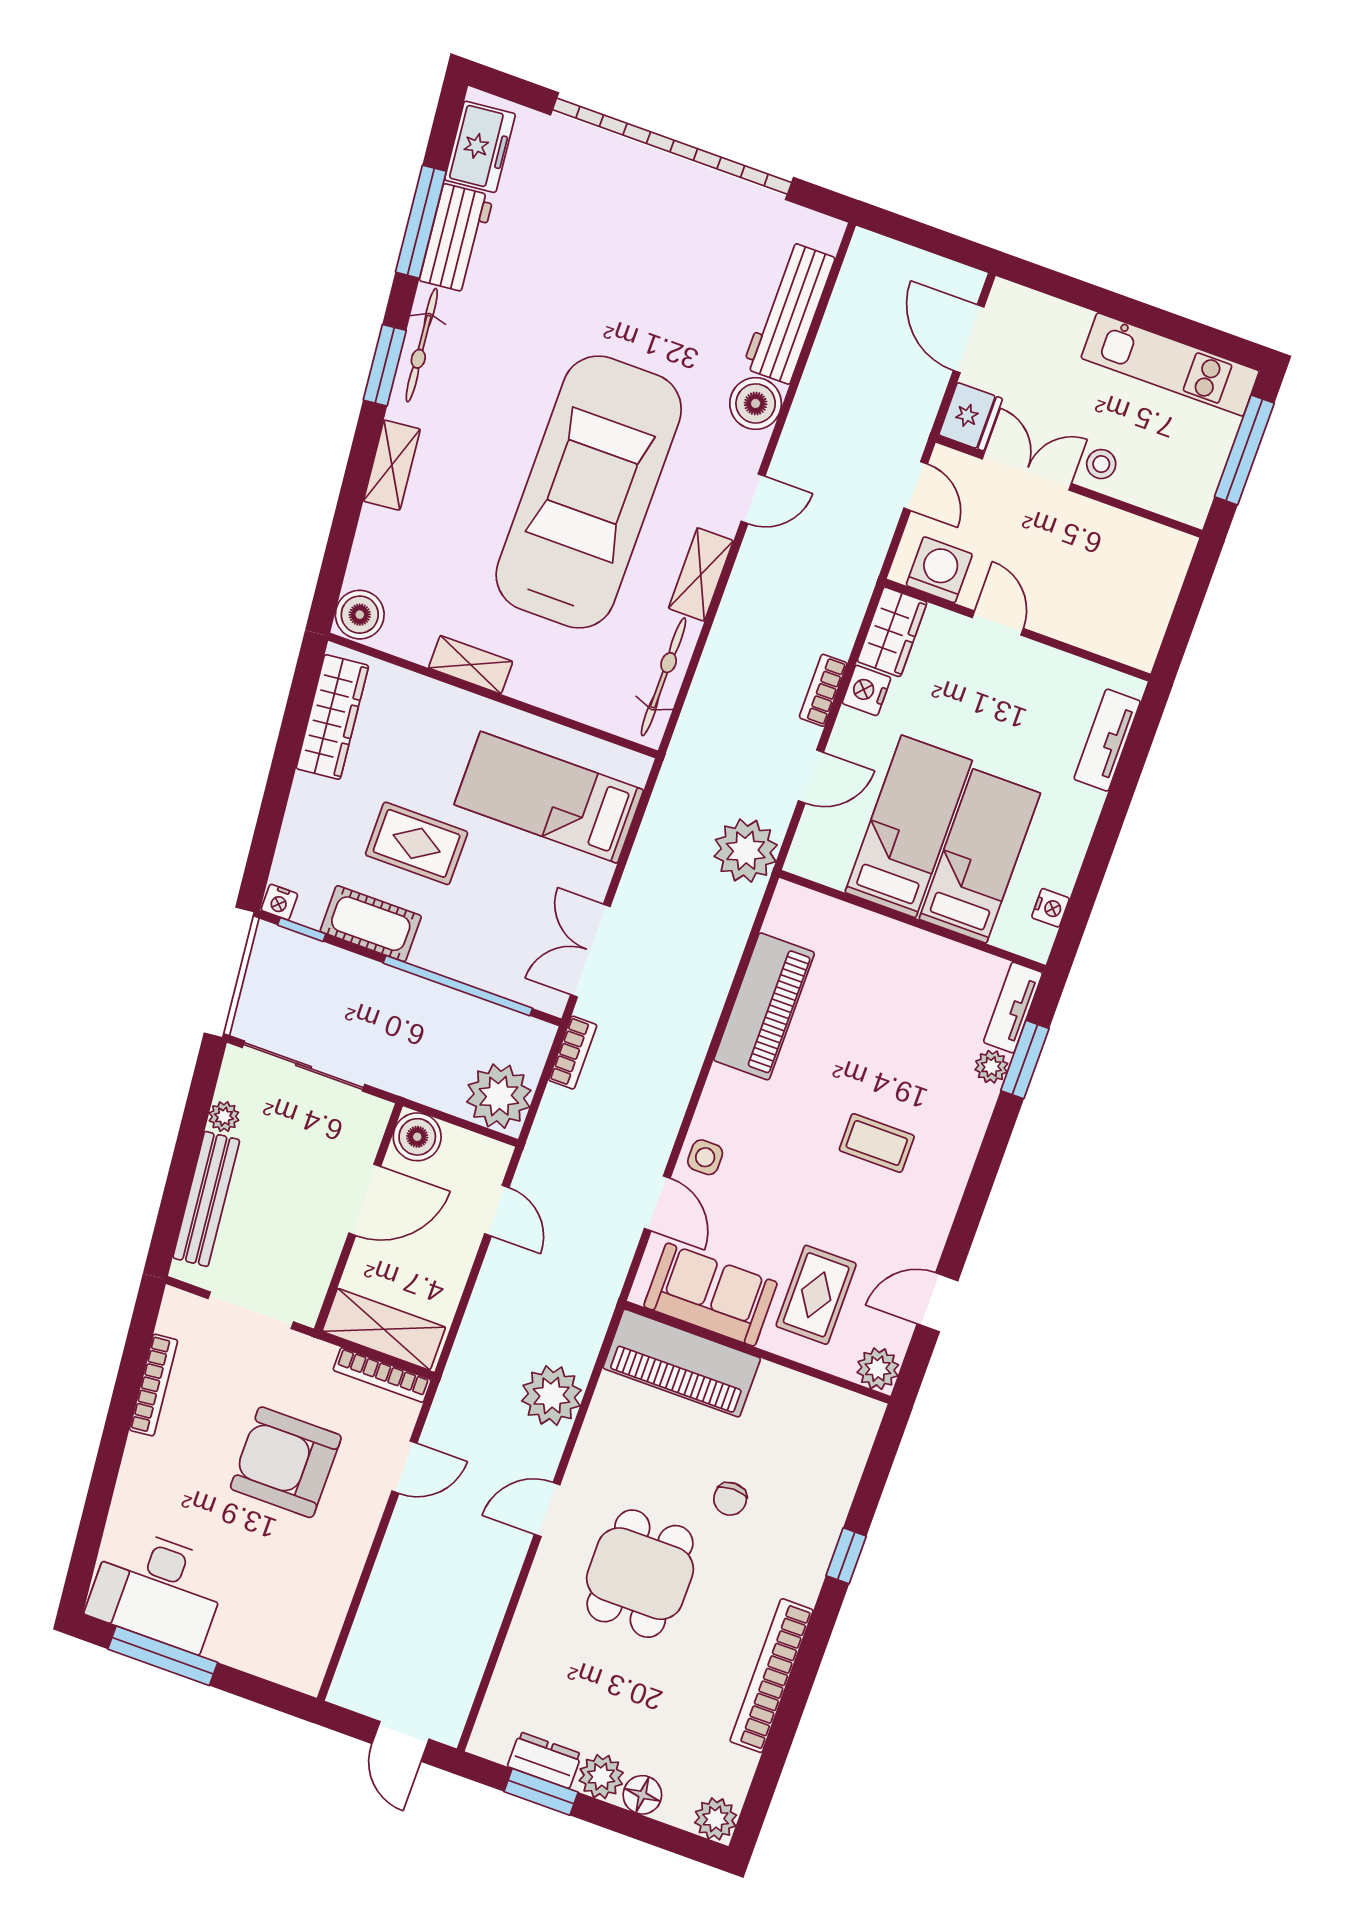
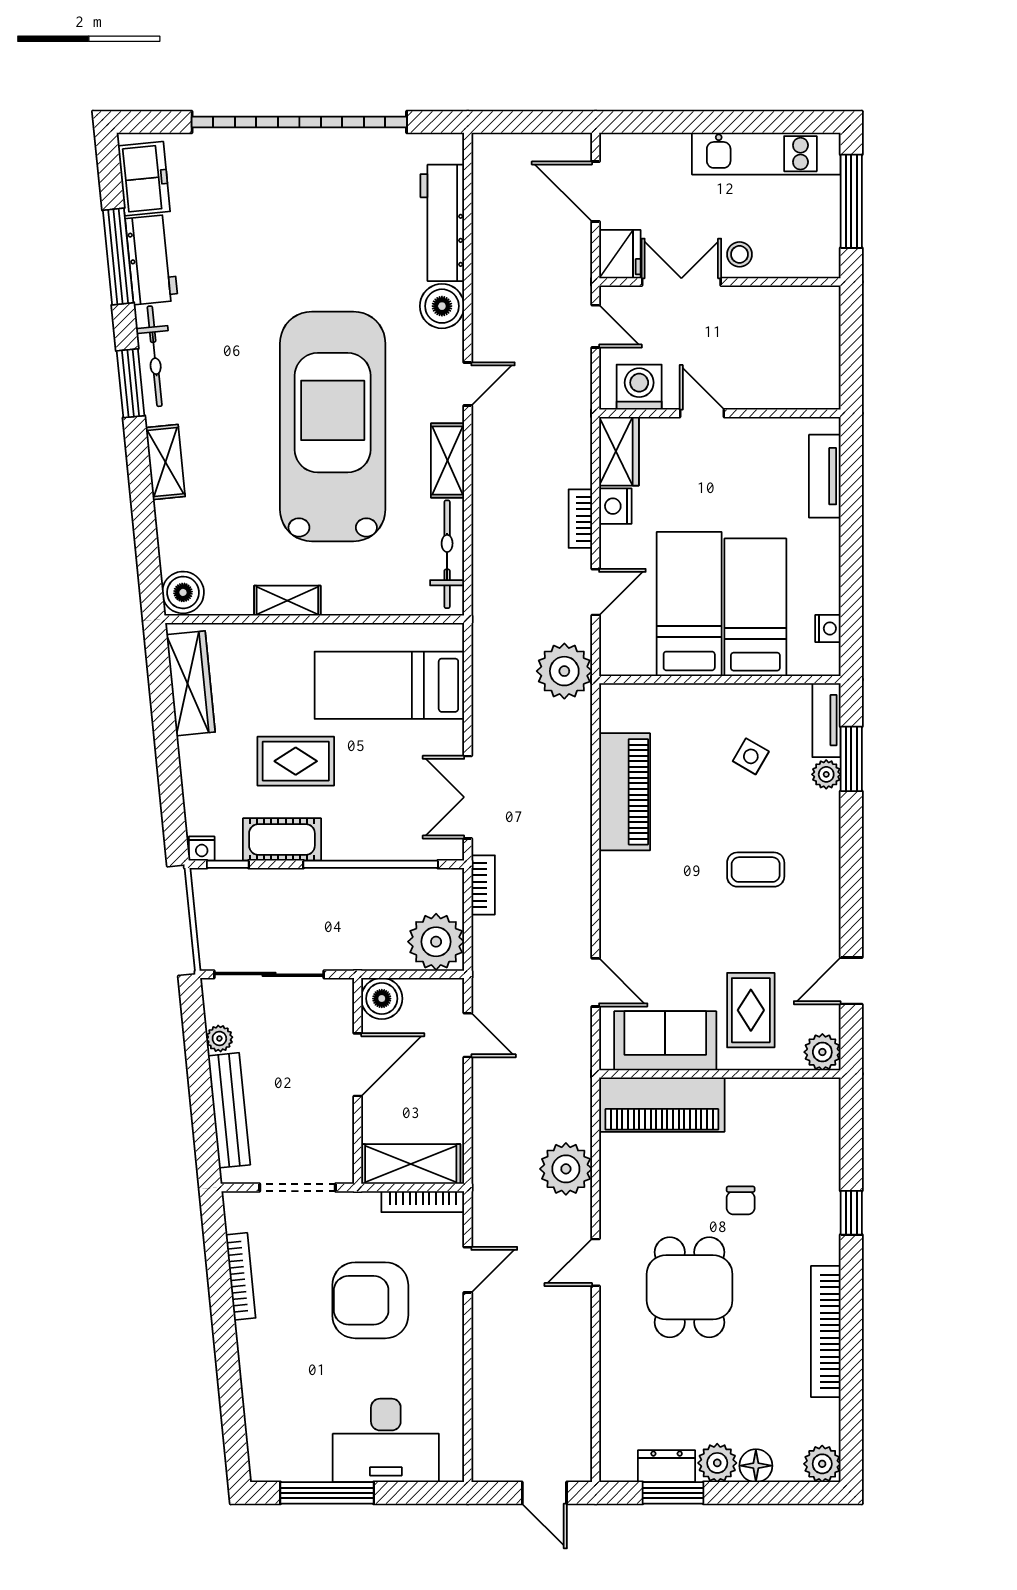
side table: (705, 1157) -> (751, 756), moved, turned 30
desk: (158, 1589) -> (386, 1440), moved

